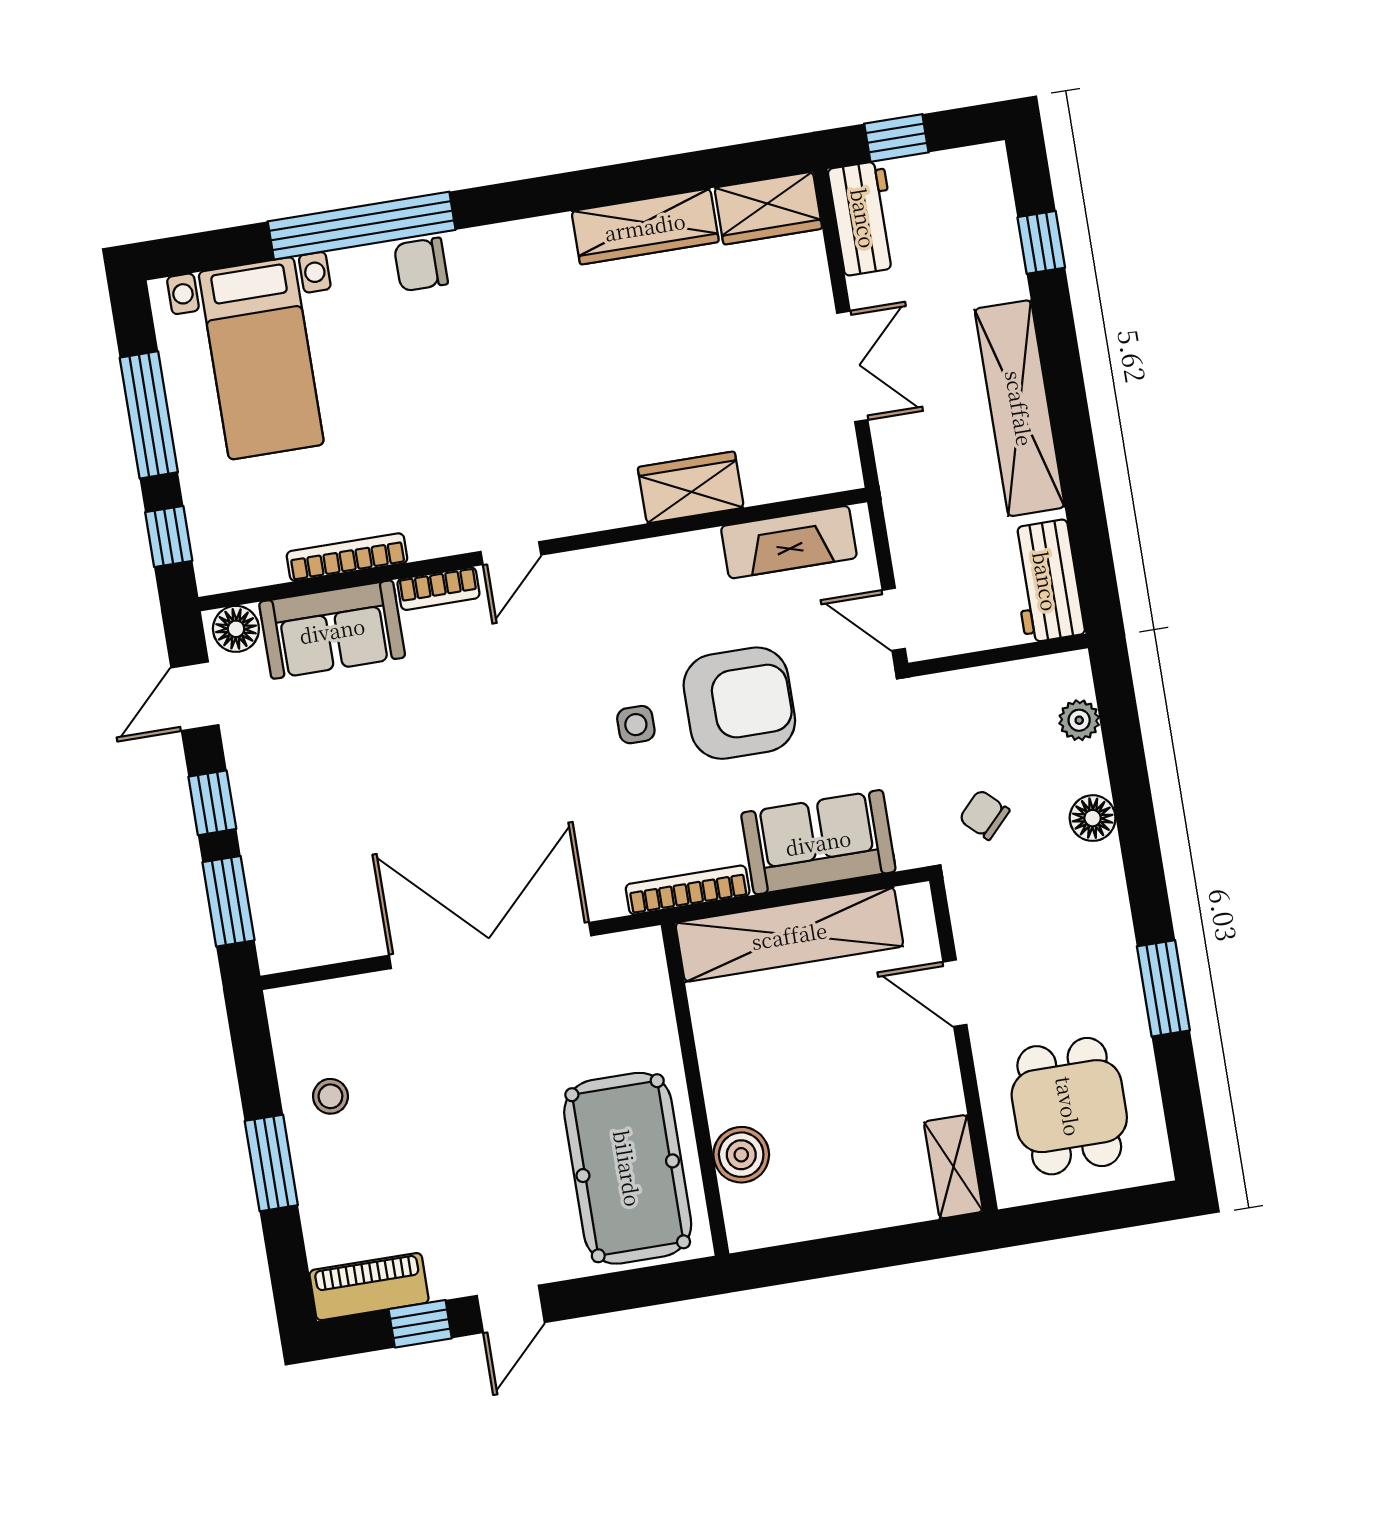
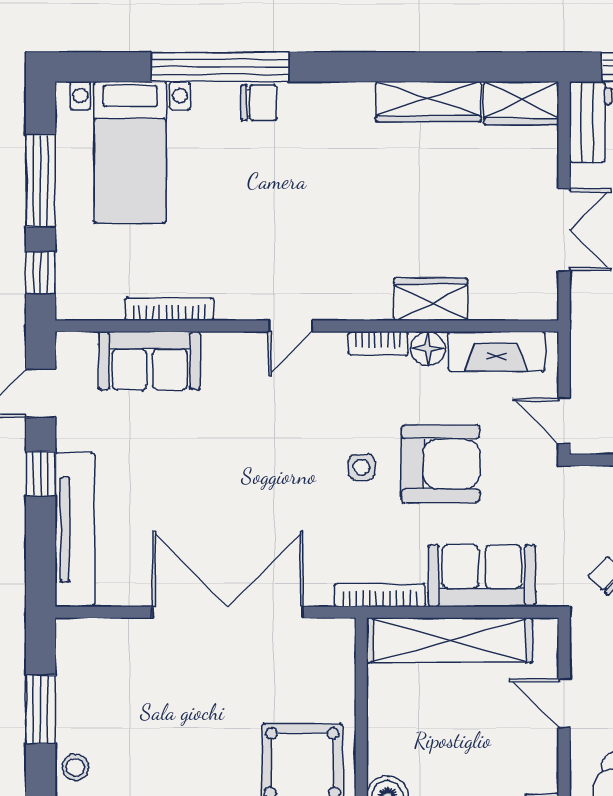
chair: (421, 264) -> (259, 103), turned 180
bookcase: (438, 589) -> (378, 343), moved
floor lamp: (236, 629) -> (428, 349), moved
tv unit: (270, 869) -> (75, 530), added
window: (228, 901) -> (41, 548), removed
stool: (330, 1096) -> (75, 767), moved
window: (271, 1163) -> (41, 709), moved

